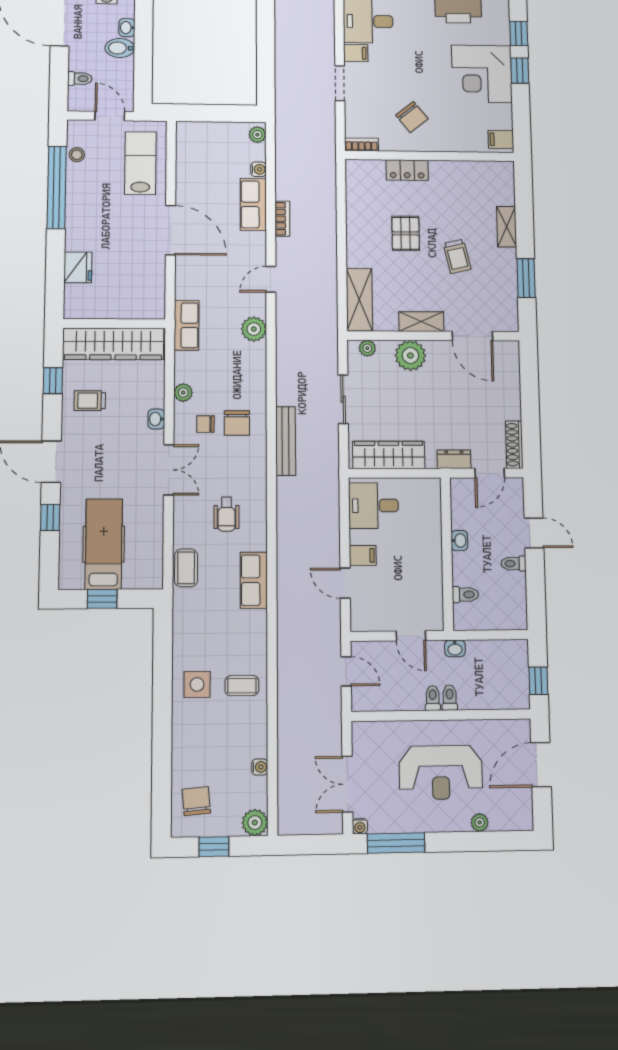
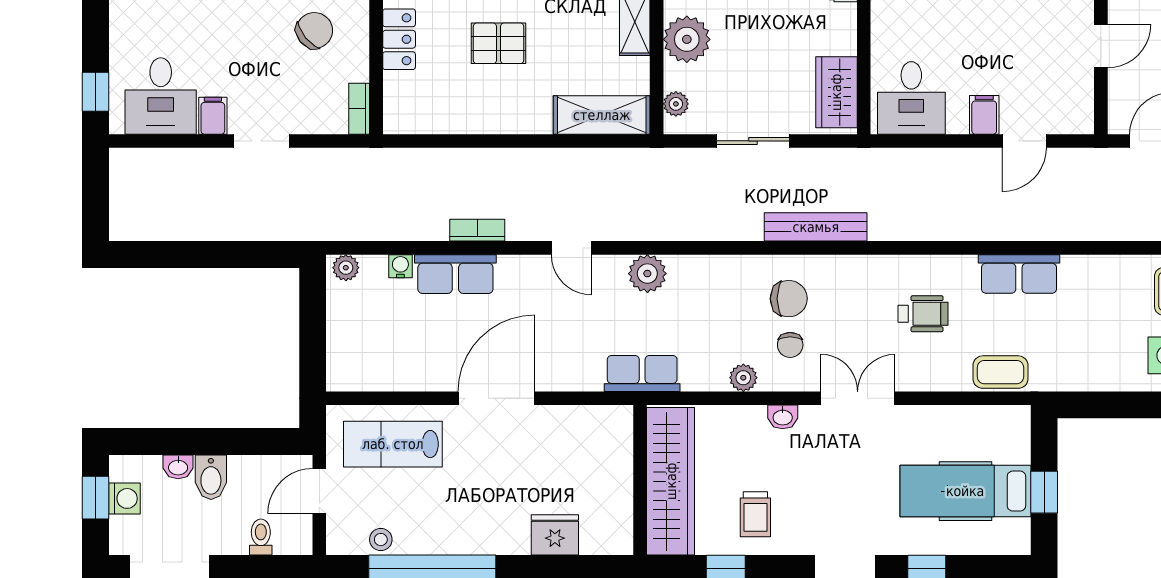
wardrobe: (389, 455) -> (836, 92), width x0.67

